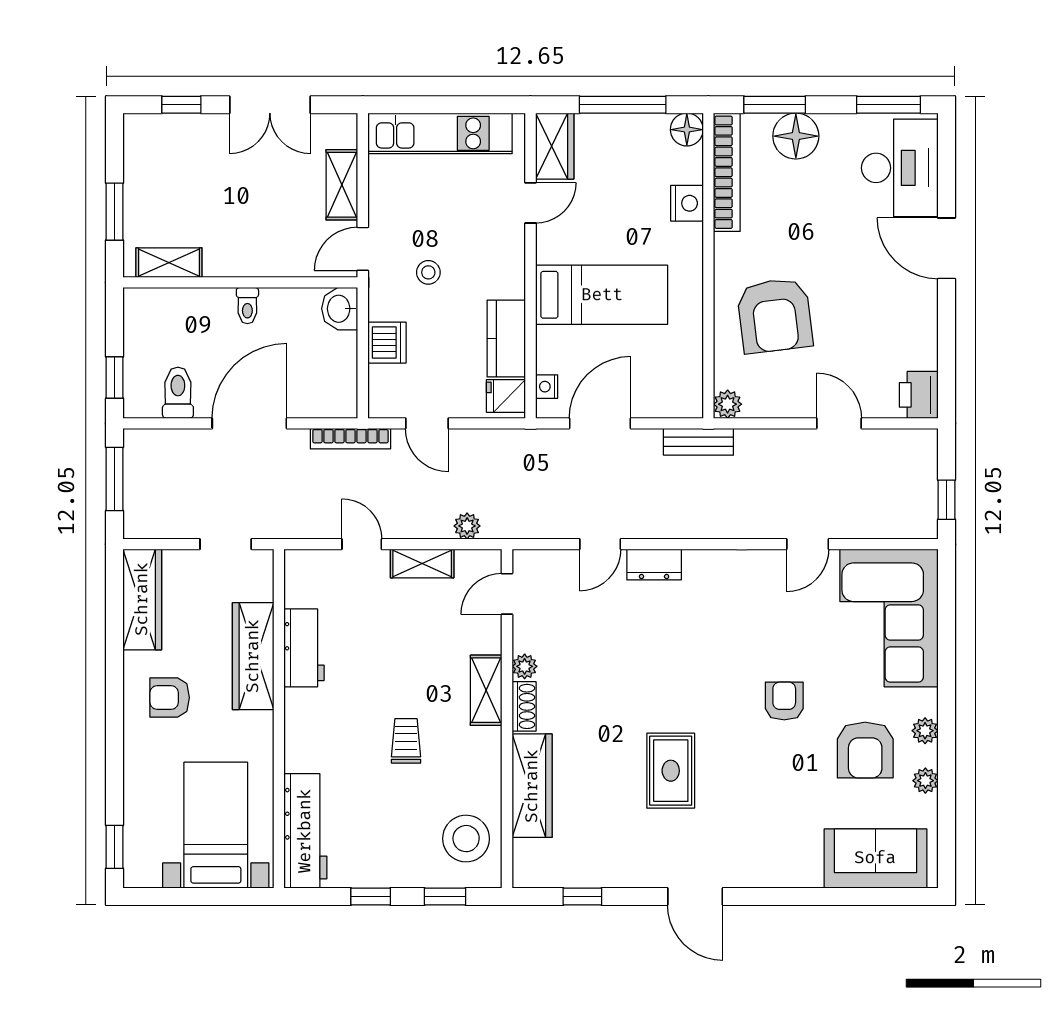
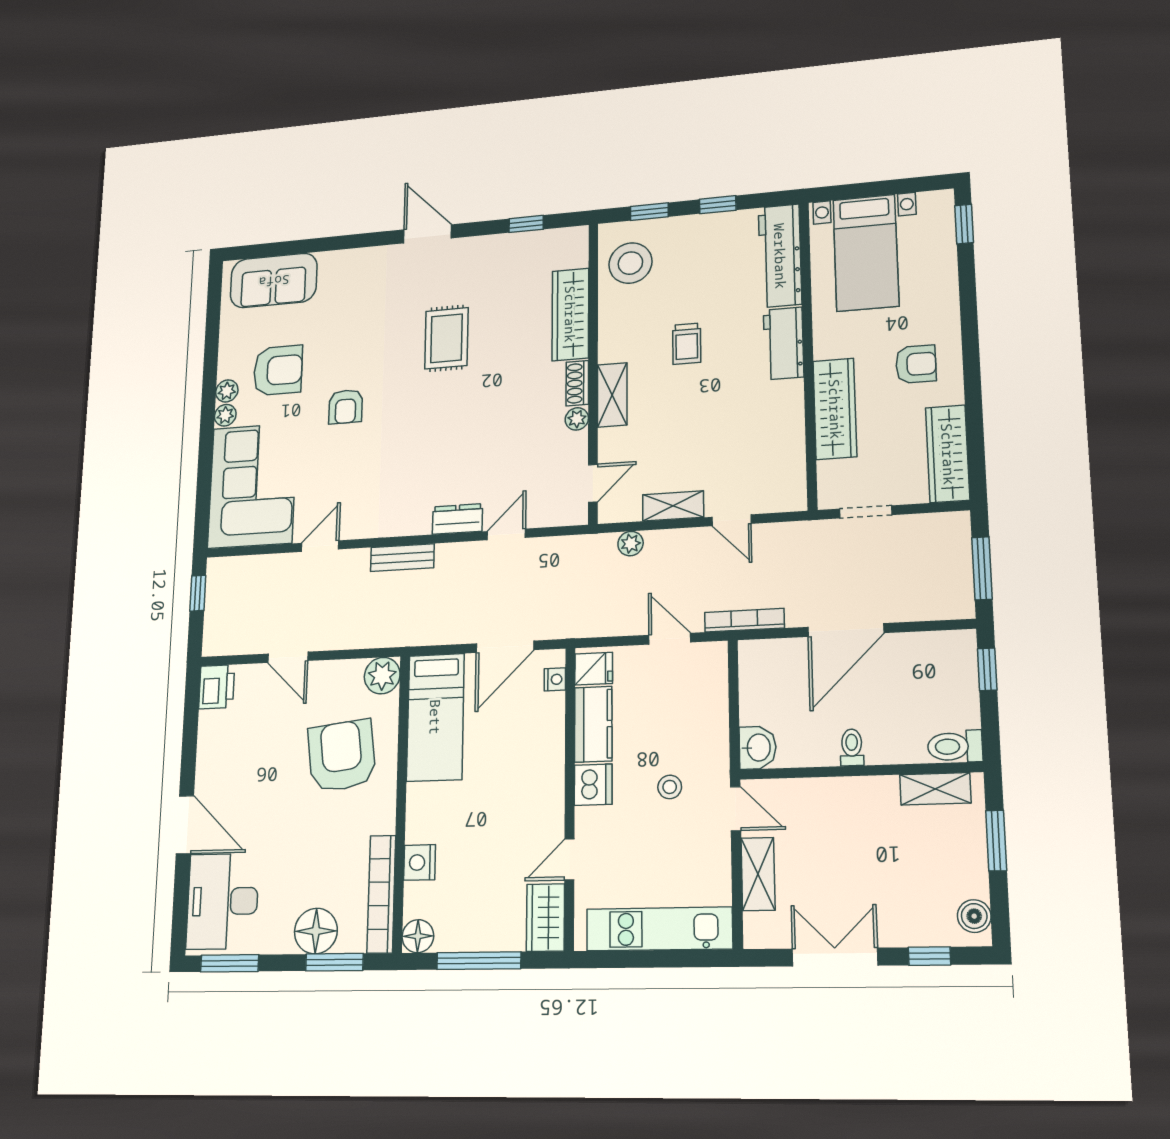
boiler: (138, 141) -> (974, 916), added
door: (363, 249) -> (736, 809), hinge flipped
bed: (602, 295) -> (435, 717), moved, turned -90
dishwasher: (387, 343) -> (593, 785), moved, turned 180
toilet: (178, 393) -> (955, 746), moved, turned 90
plant: (728, 404) -> (382, 676), width x1.38, depth x1.38
bench: (698, 442) -> (402, 558), moved
workbench: (304, 648) -> (783, 343), moved
armchair: (865, 750) -> (278, 370), turned 90
plant: (925, 781) -> (225, 415), moved

